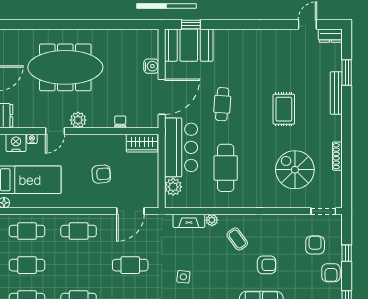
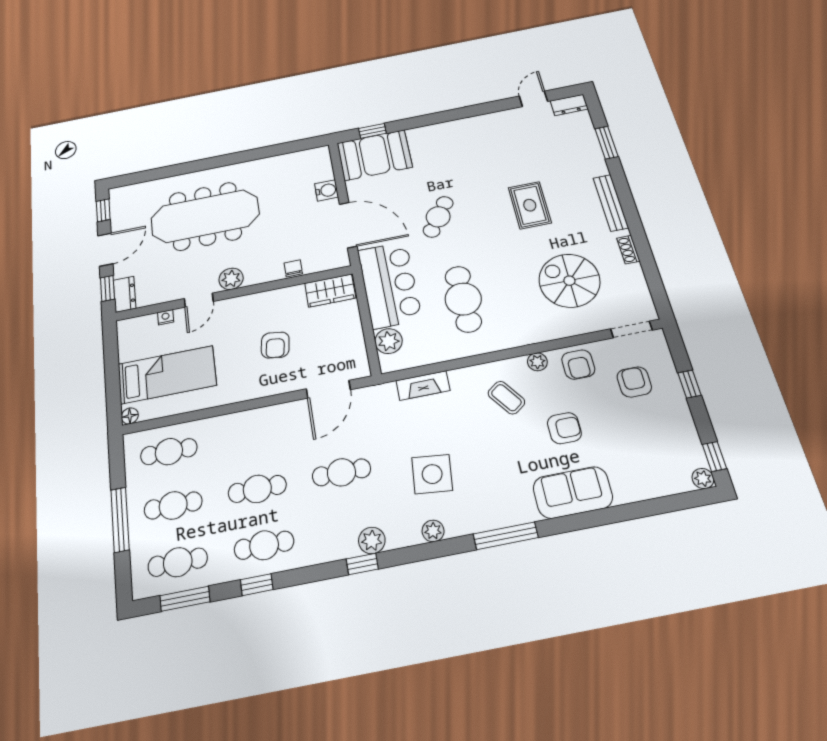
bench: (336, 93) -> (611, 203), moved
door: (162, 97) -> (348, 225), hinge flipped
cafe table: (222, 104) -> (438, 217), turned 30
nightstand: (16, 143) -> (142, 327), removed
shoe rack: (337, 156) -> (628, 250), width x0.70
armchair: (101, 174) -> (275, 345), turned 103
plant: (212, 220) -> (537, 362), moved
cafe table: (79, 231) -> (257, 489), moved
armchair: (331, 273) -> (578, 365), moved
side table: (183, 277) -> (432, 474), width x1.87, depth x1.87

